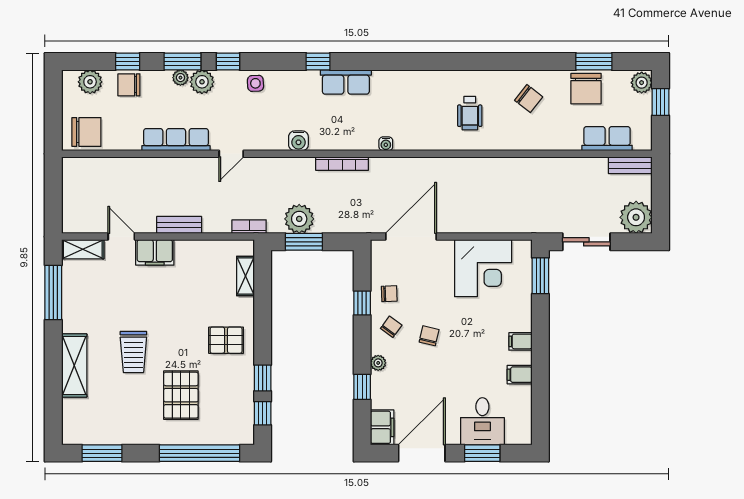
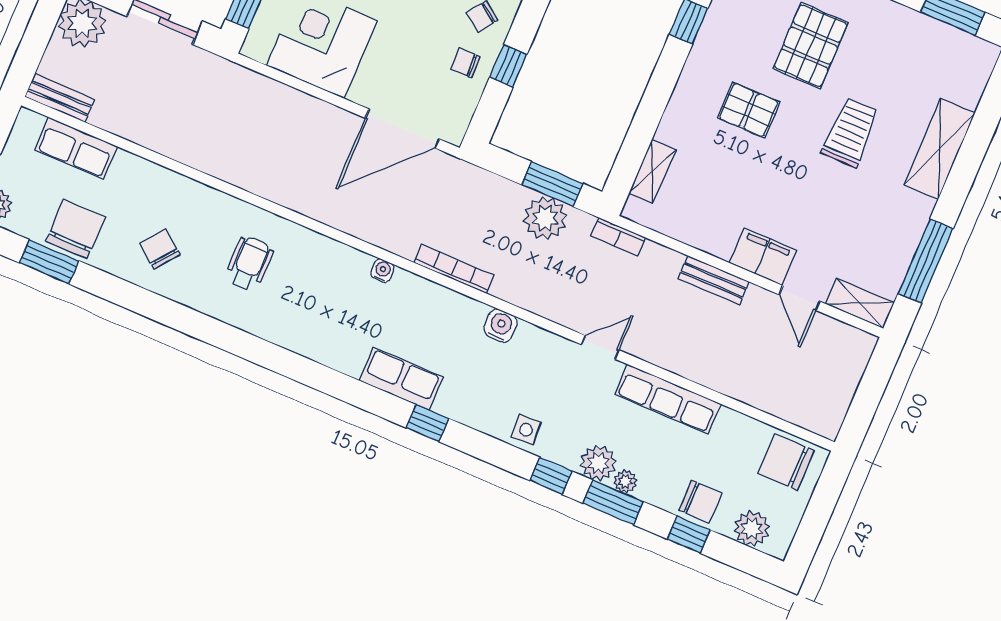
pallet: (226, 340) -> (749, 110), moved

